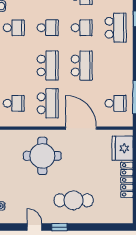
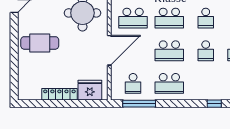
school desk: (116, 28) -> (169, 83), moved
cafe table: (73, 200) -> (40, 43), turned 90
window: (59, 227) -> (14, 29), removed

